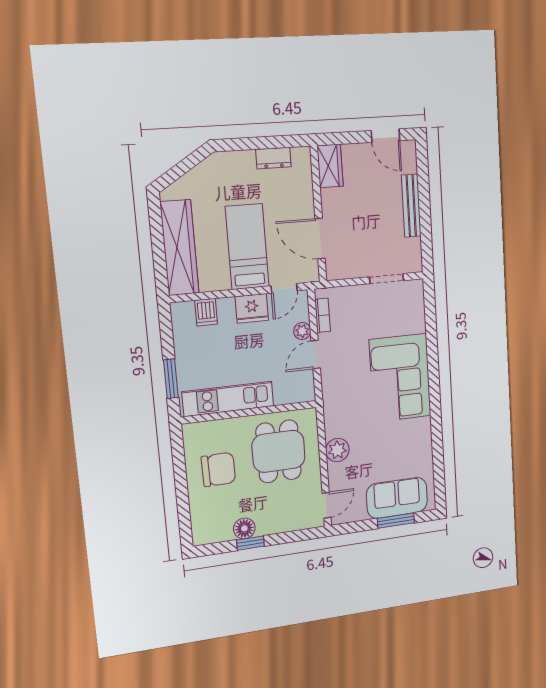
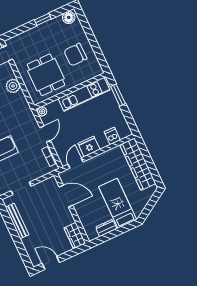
bench: (411, 206) -> (17, 221), moved
bed: (247, 247) -> (118, 203), moved, turned 180
plant: (302, 331) -> (42, 111), moved
floor lamp: (244, 528) -> (69, 17), moved

